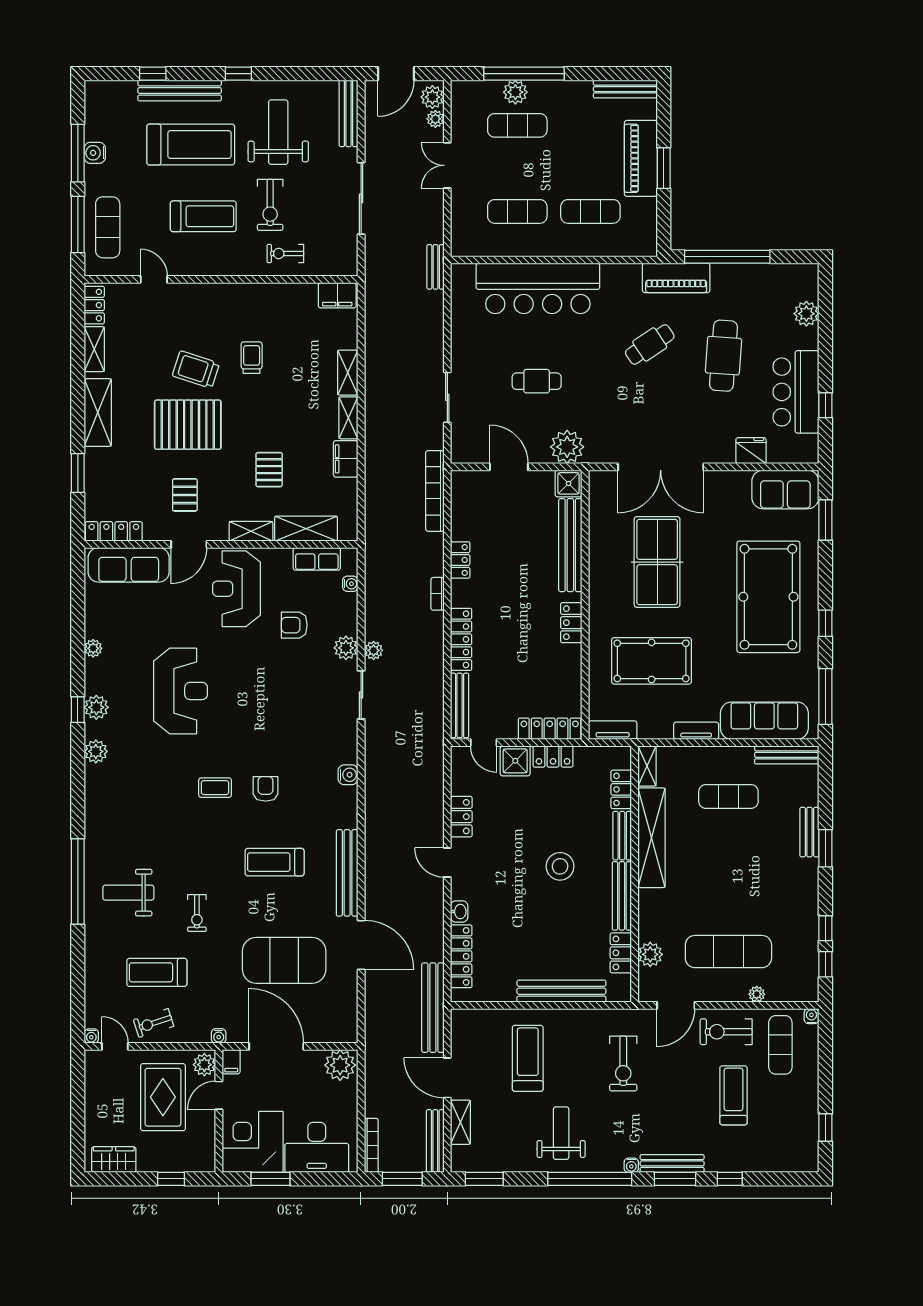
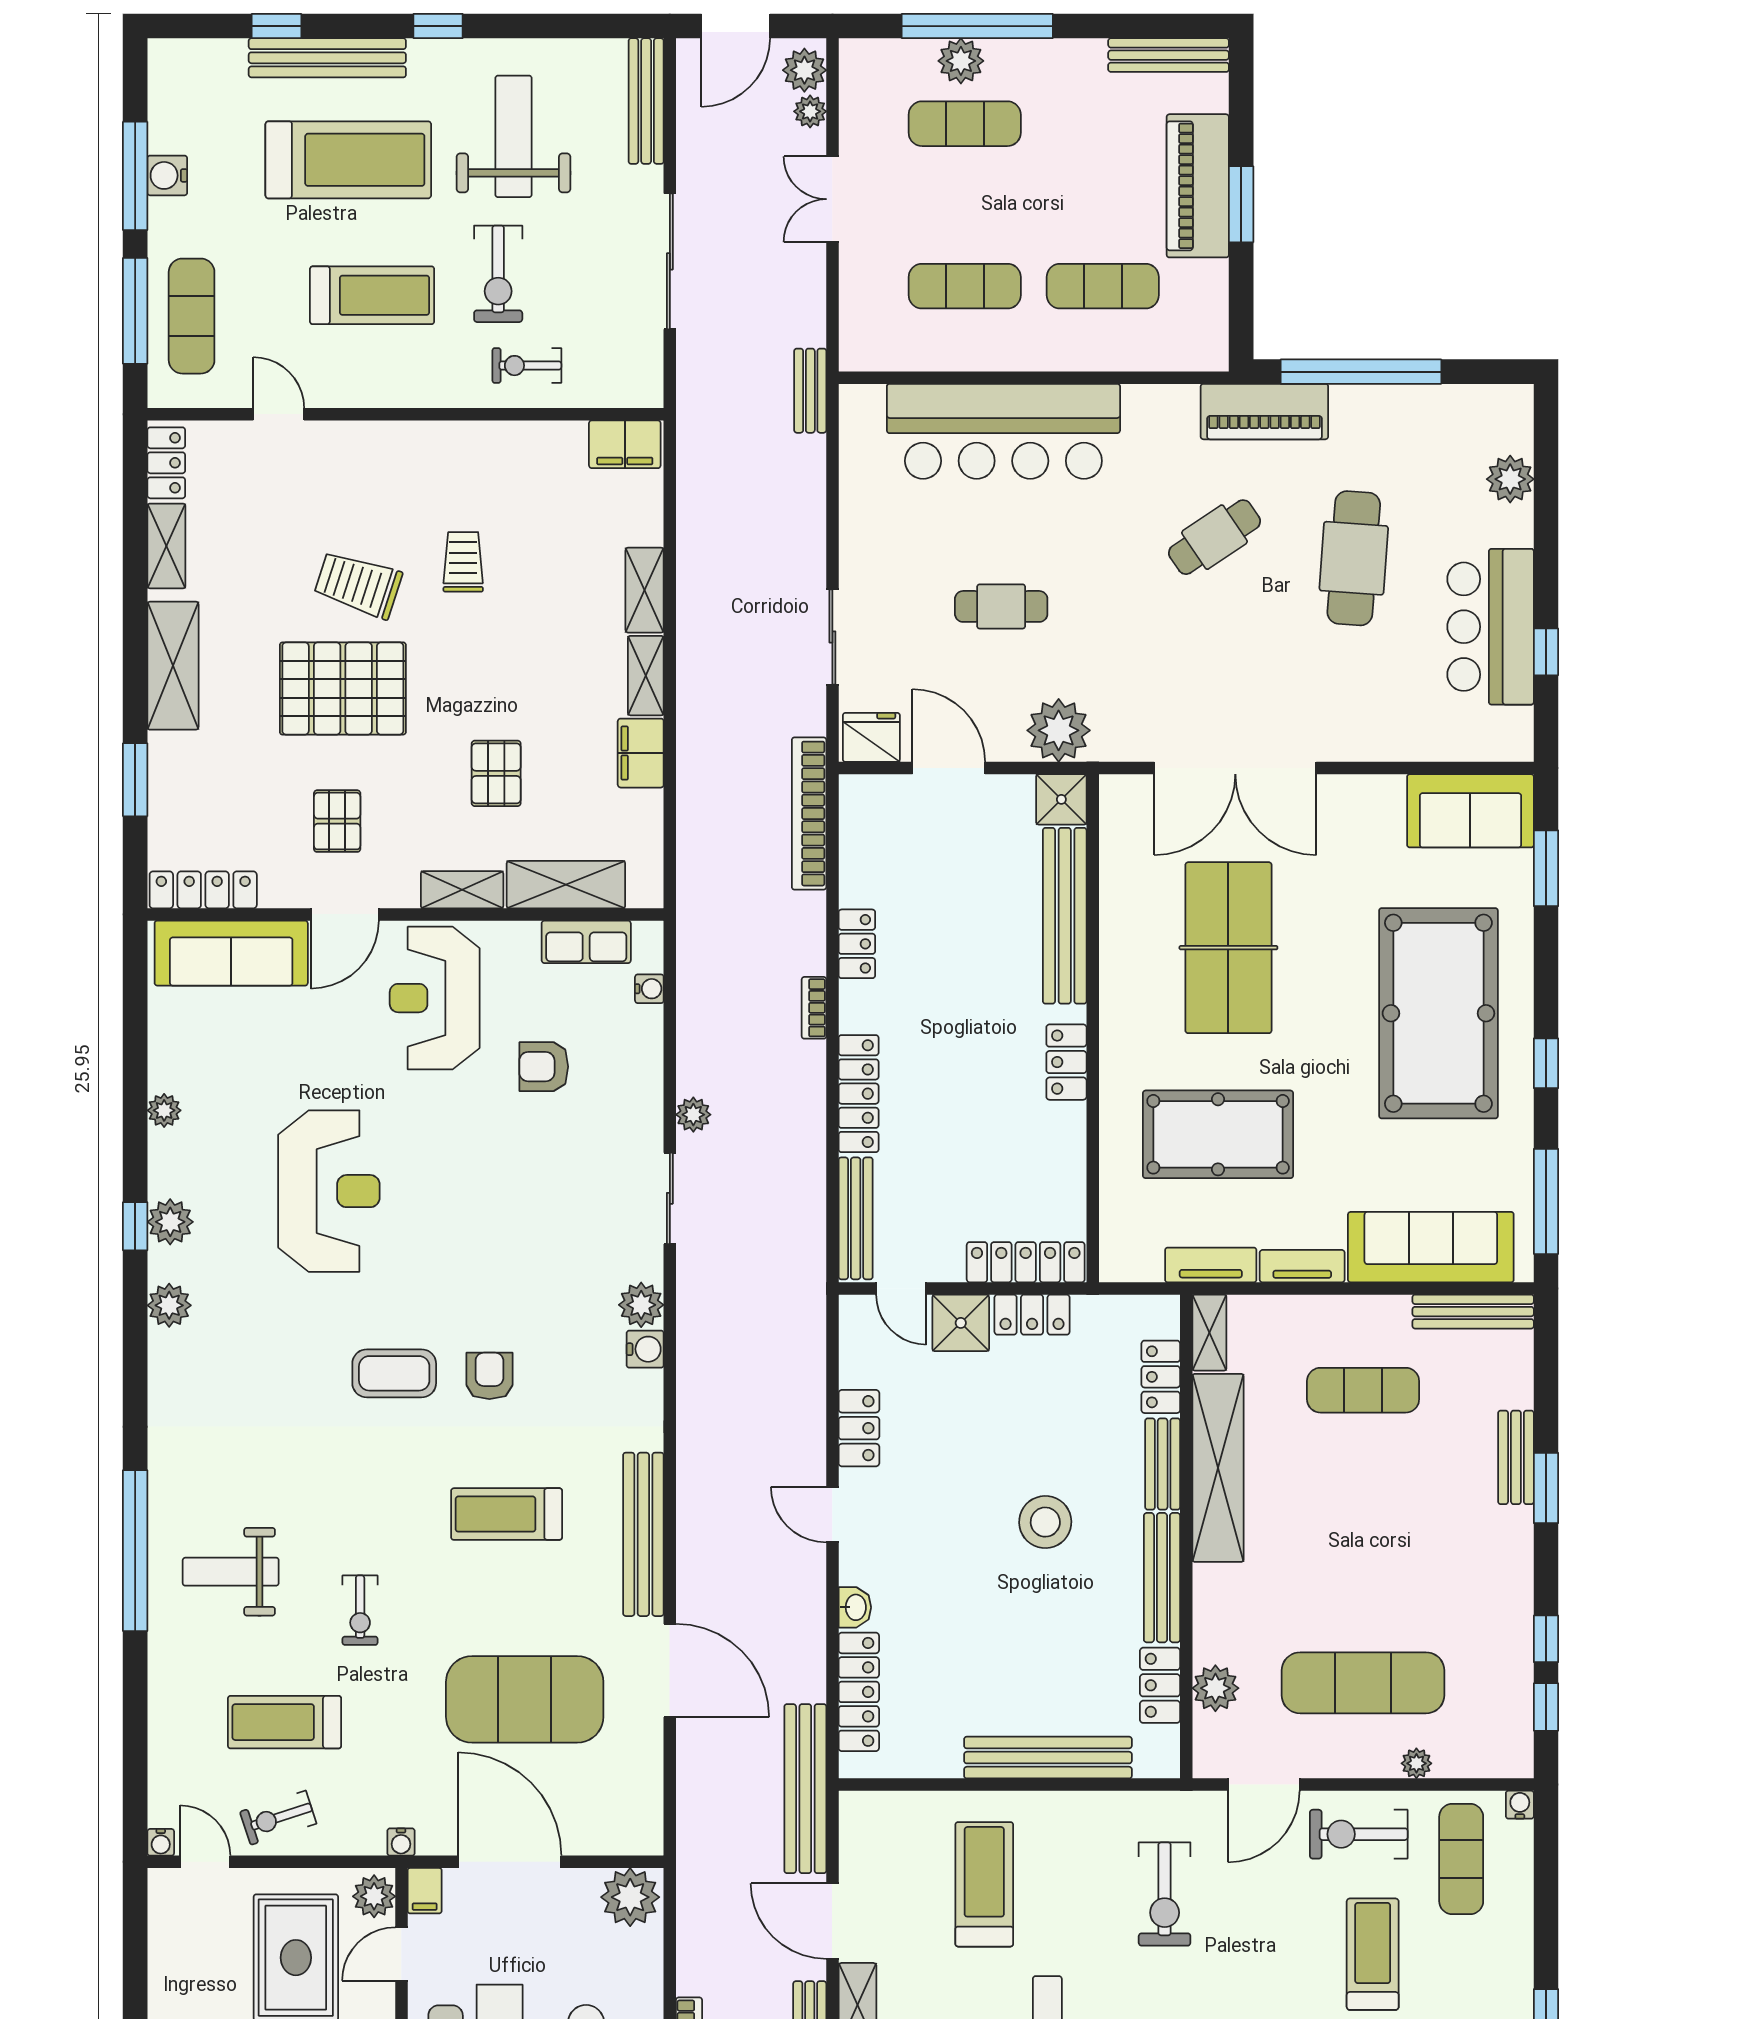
fridge: (751, 451) -> (871, 737), moved
plant: (346, 648) -> (641, 1305), moved
tv unit: (613, 730) -> (1211, 1265), moved
coffee table: (215, 788) -> (394, 1373), width x1.36, depth x1.30

